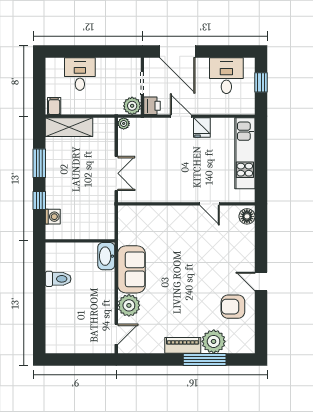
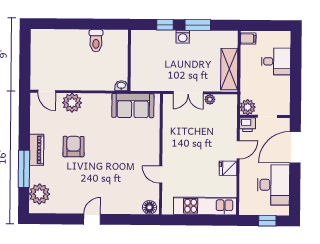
desk: (226, 76) -> (273, 185), width x1.37
plant: (124, 123) -> (210, 99), moved
shelving: (69, 127) -> (229, 69), moved
door: (210, 204) -> (161, 175), hinge flipped
washing machine: (53, 217) -> (183, 37), moved
washbasin: (106, 256) -> (121, 86), width x0.52, depth x0.69
sofa: (132, 269) -> (133, 106), moved
armchair: (233, 307) -> (74, 147), moved
plant: (214, 341) -> (40, 194), moved

